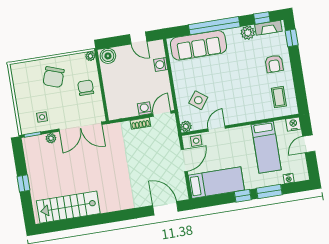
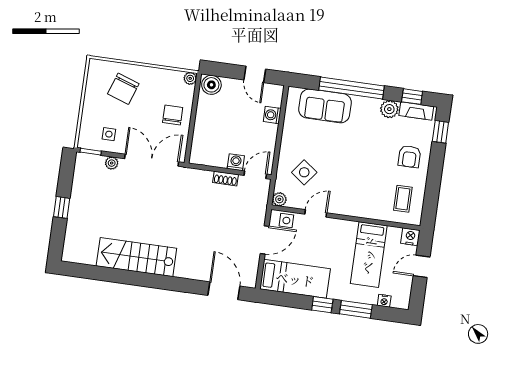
sofa: (198, 45) -> (325, 106), width x0.73
chair: (54, 77) -> (123, 89), moved
double door: (80, 127) -> (152, 160), swing flipped
stairs: (68, 207) -> (136, 257), moved

